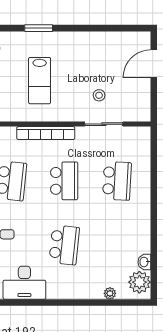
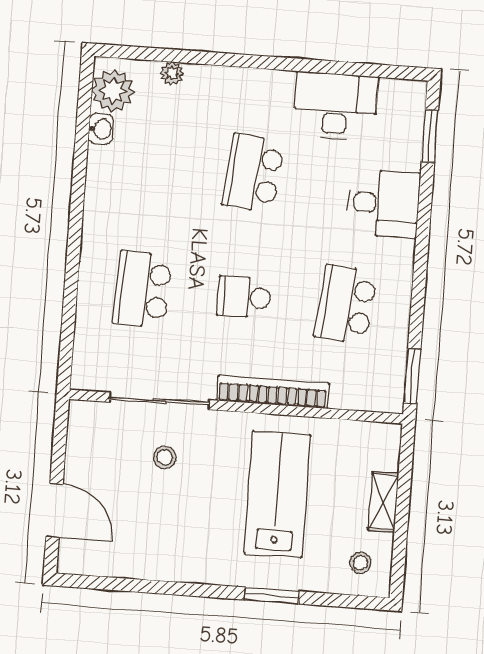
door: (154, 64) -> (55, 510), hinge flipped
lab bench: (40, 81) -> (277, 494), width x1.36, depth x1.39
sliding door: (104, 124) -> (159, 401), width x1.37
school desk: (64, 181) -> (244, 297), width x0.54

